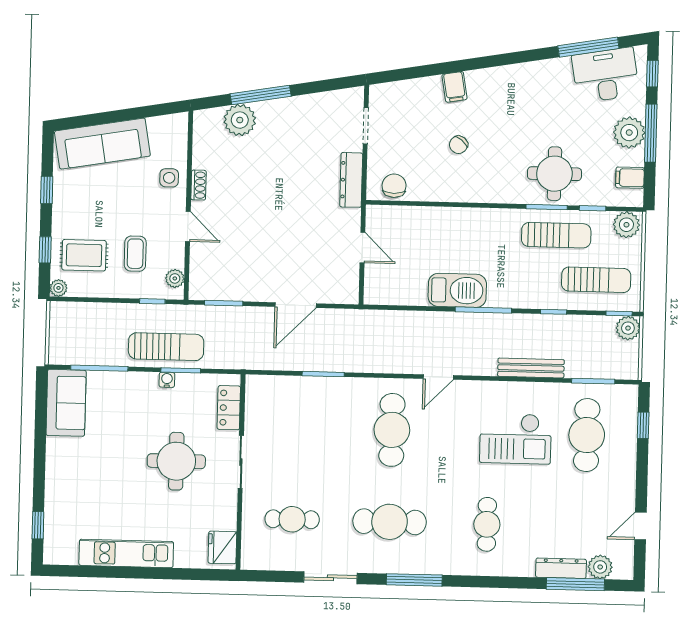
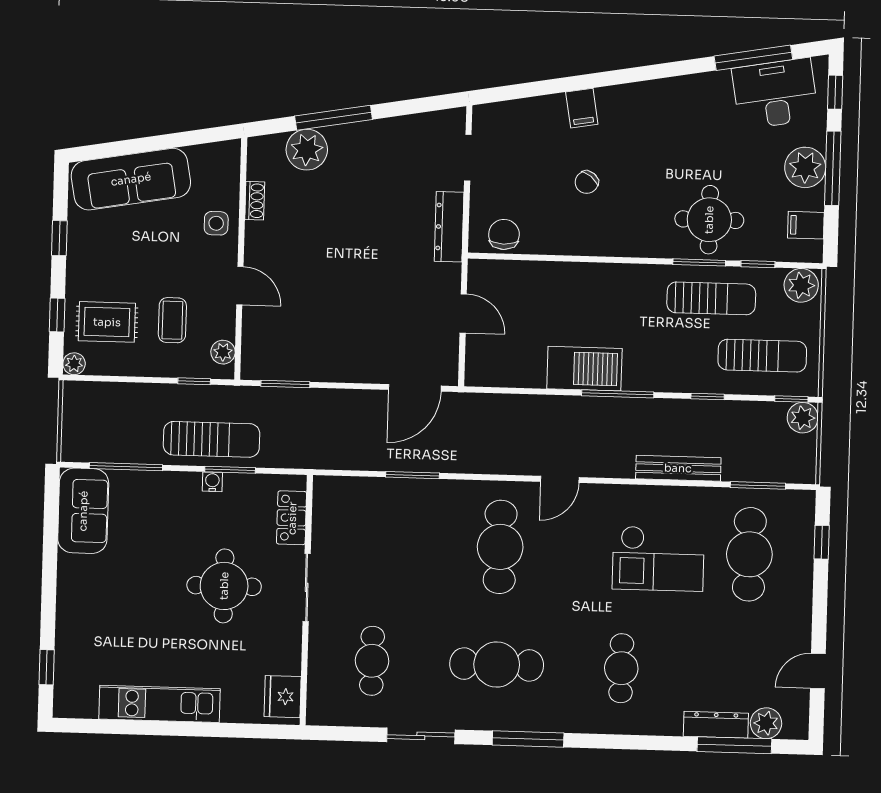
shoe rack: (199, 185) -> (255, 201), moved
door: (296, 305) -> (415, 388), moved
cafe table: (292, 519) -> (372, 661), turned 90

